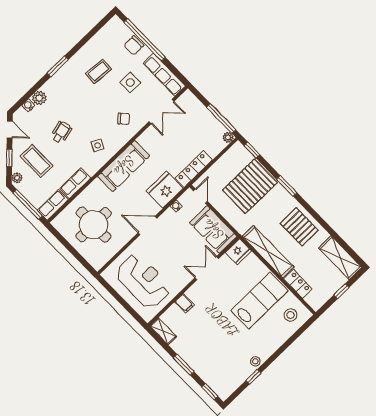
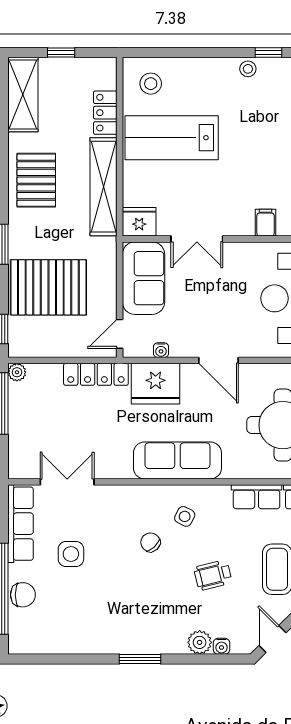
coffee table: (99, 71) -> (96, 605), removed
chair: (124, 119) -> (150, 542), moved

